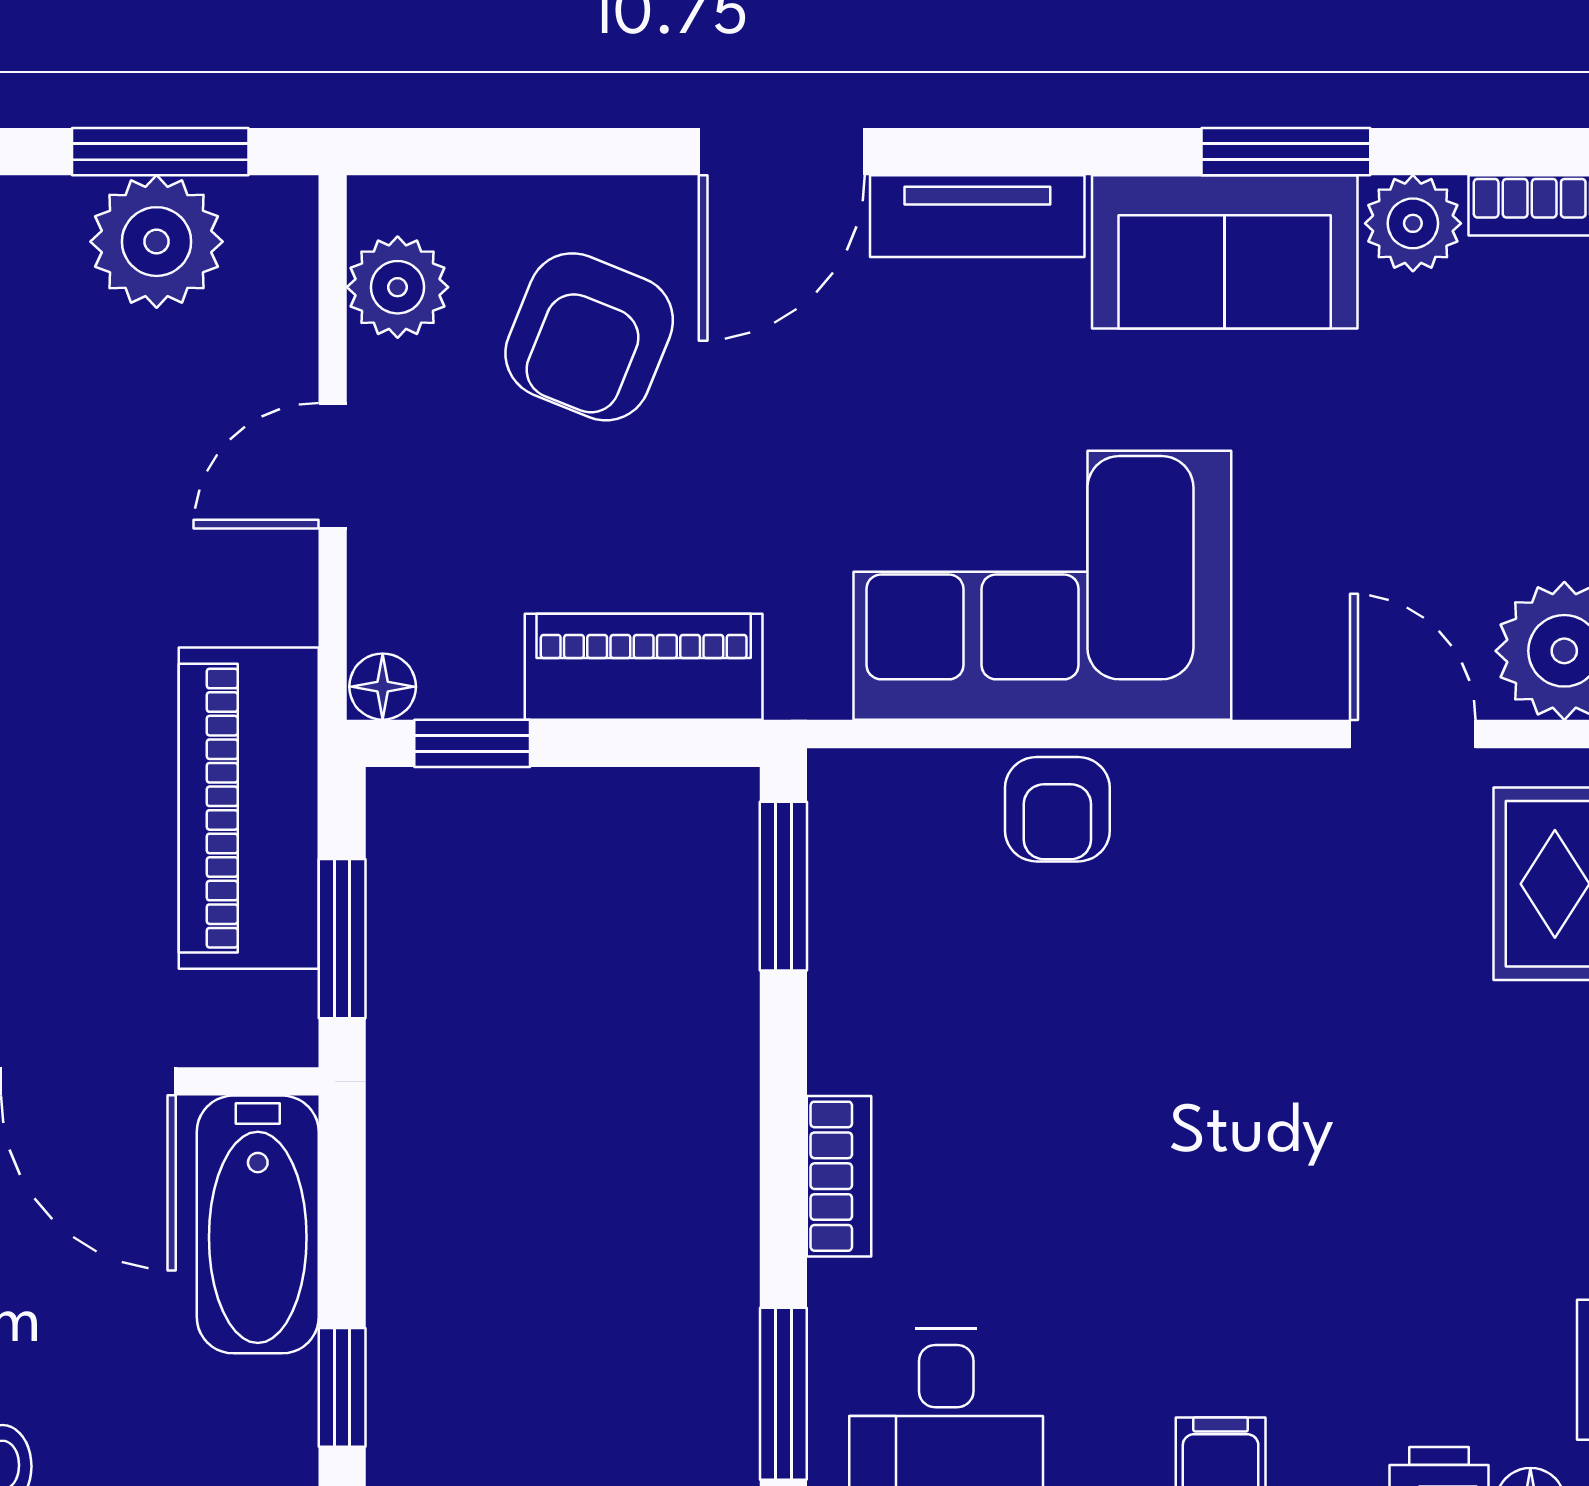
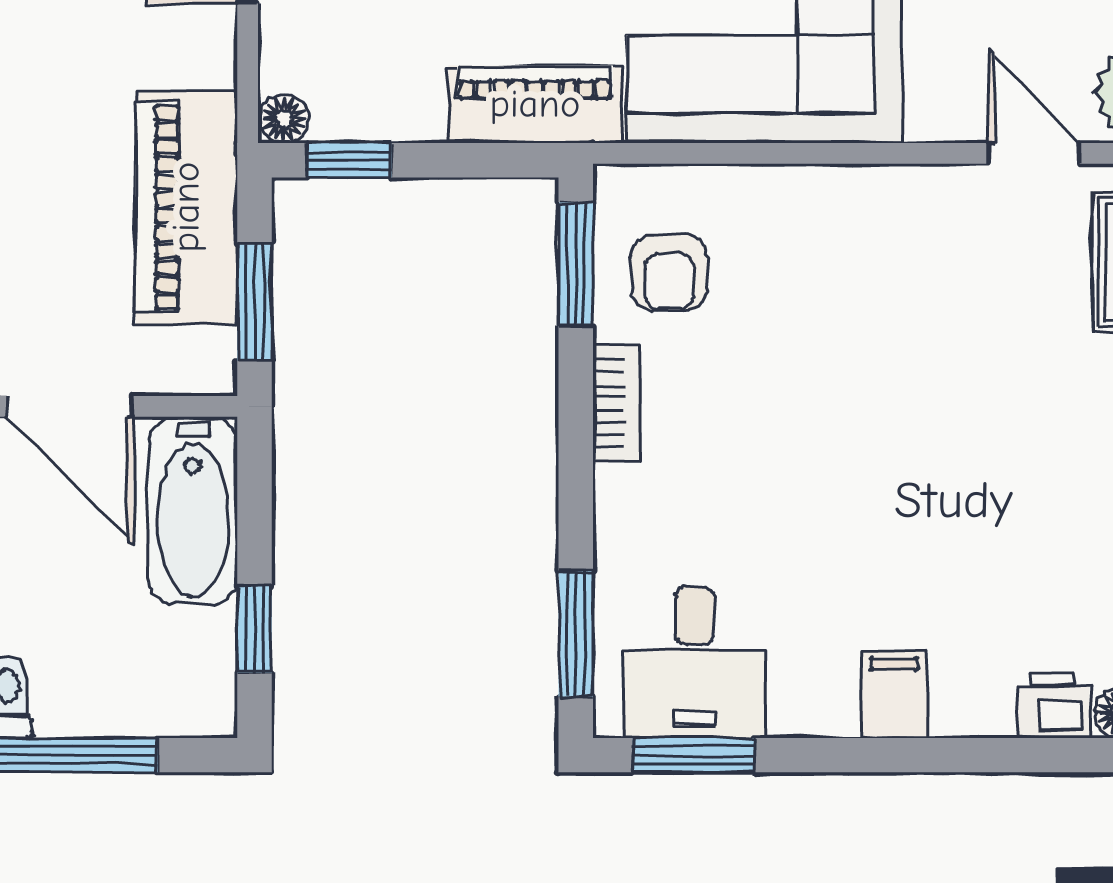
piano: (644, 667) -> (535, 104), moved
armchair: (1057, 809) -> (669, 272), moved
bookcase: (839, 1176) -> (616, 403), moved

